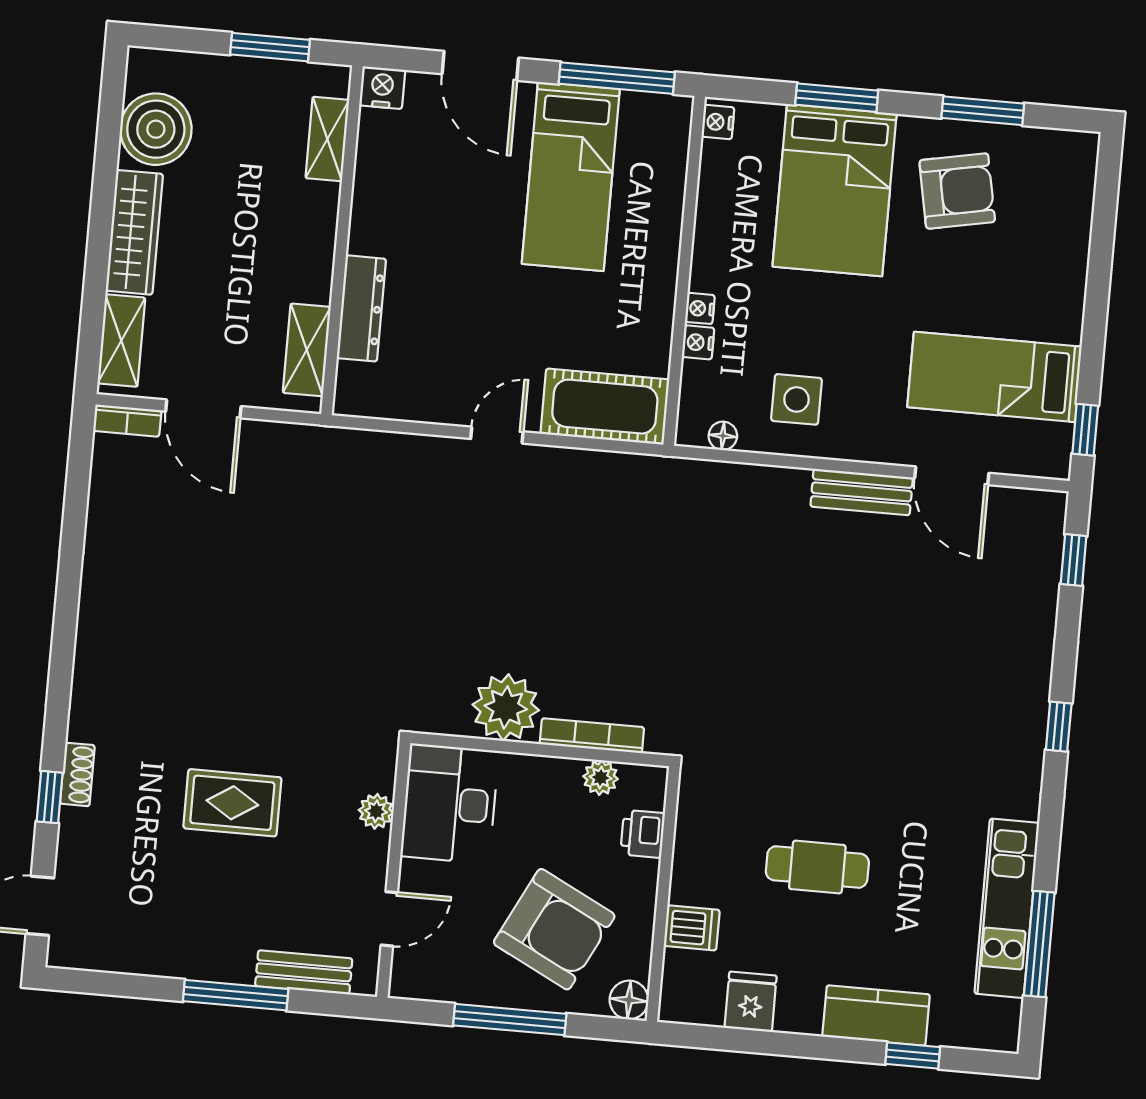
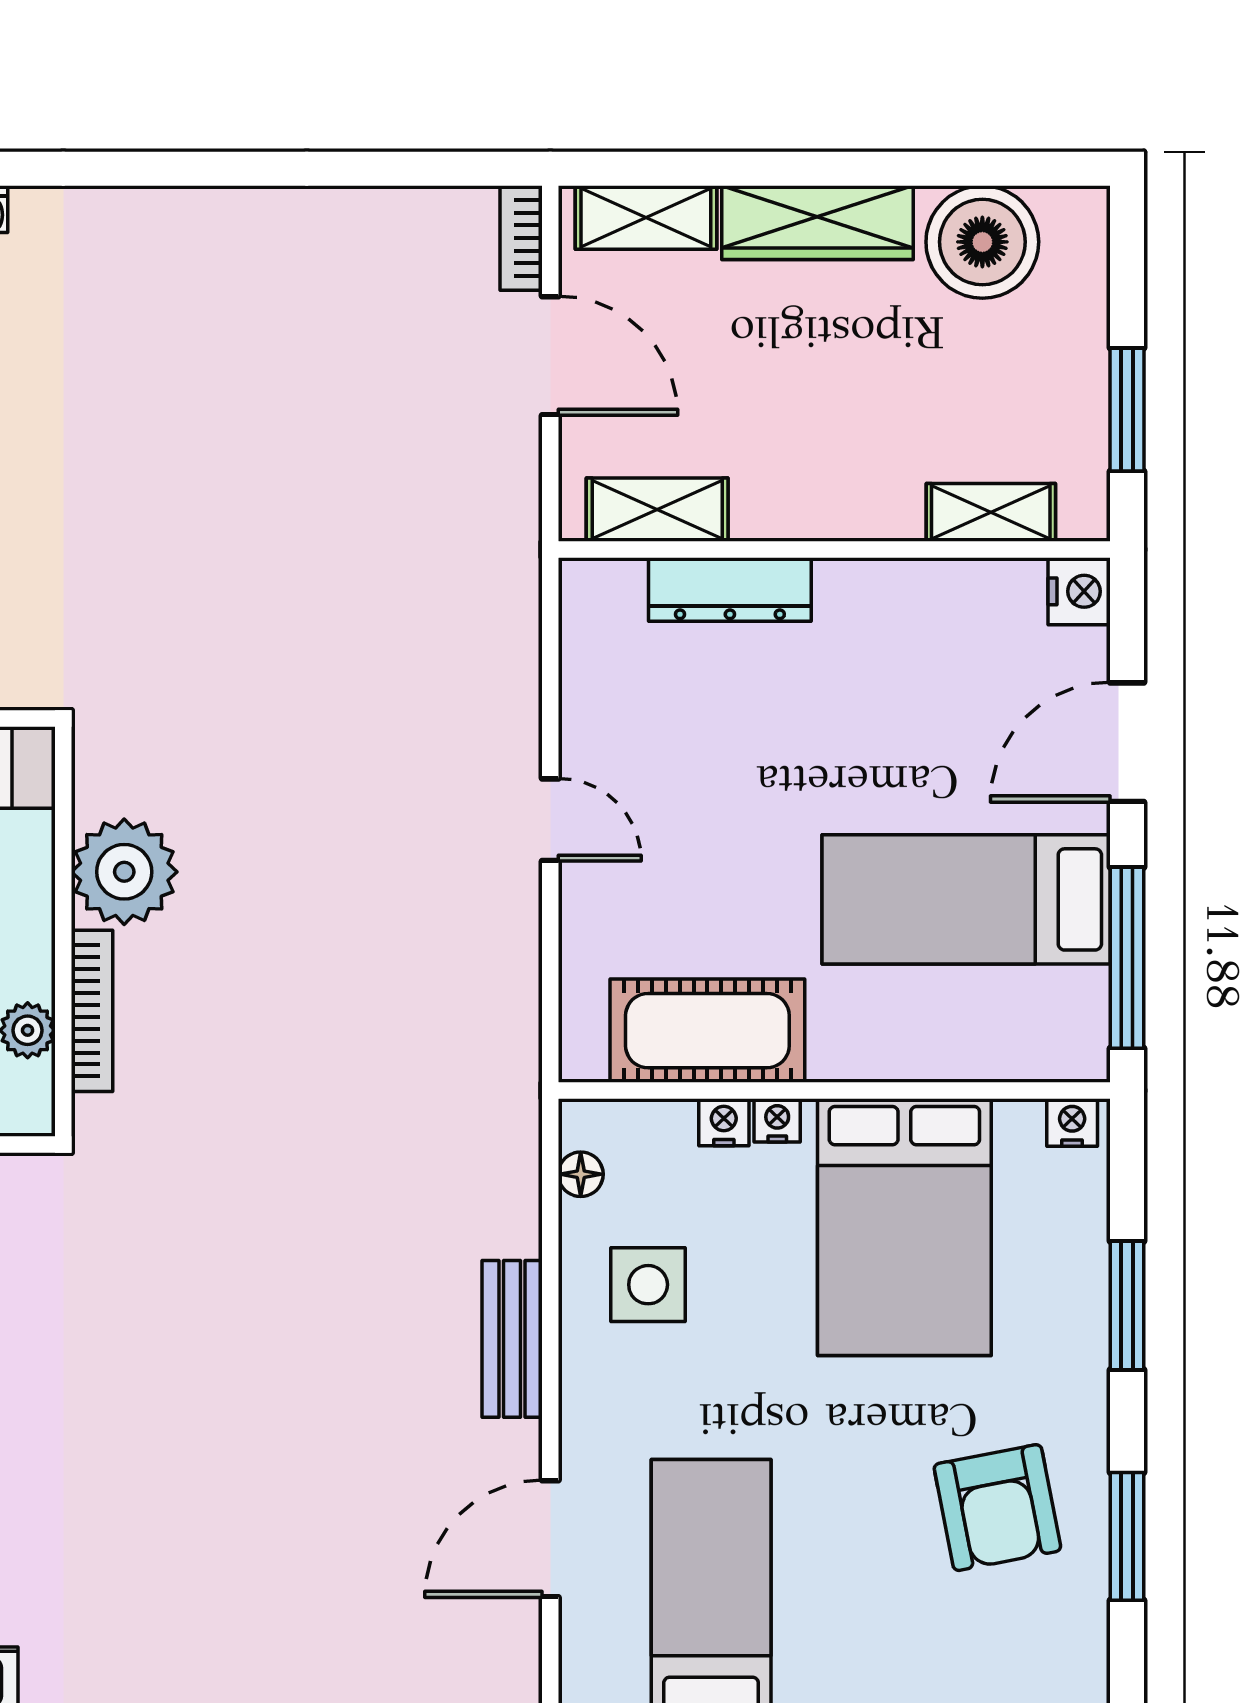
bed: (835, 190) -> (904, 1227), moved, turned -90
cot: (605, 407) -> (707, 1031), moved, turned 90
door: (203, 409) -> (550, 356), swing flipped
bench: (862, 492) -> (512, 1339), moved

